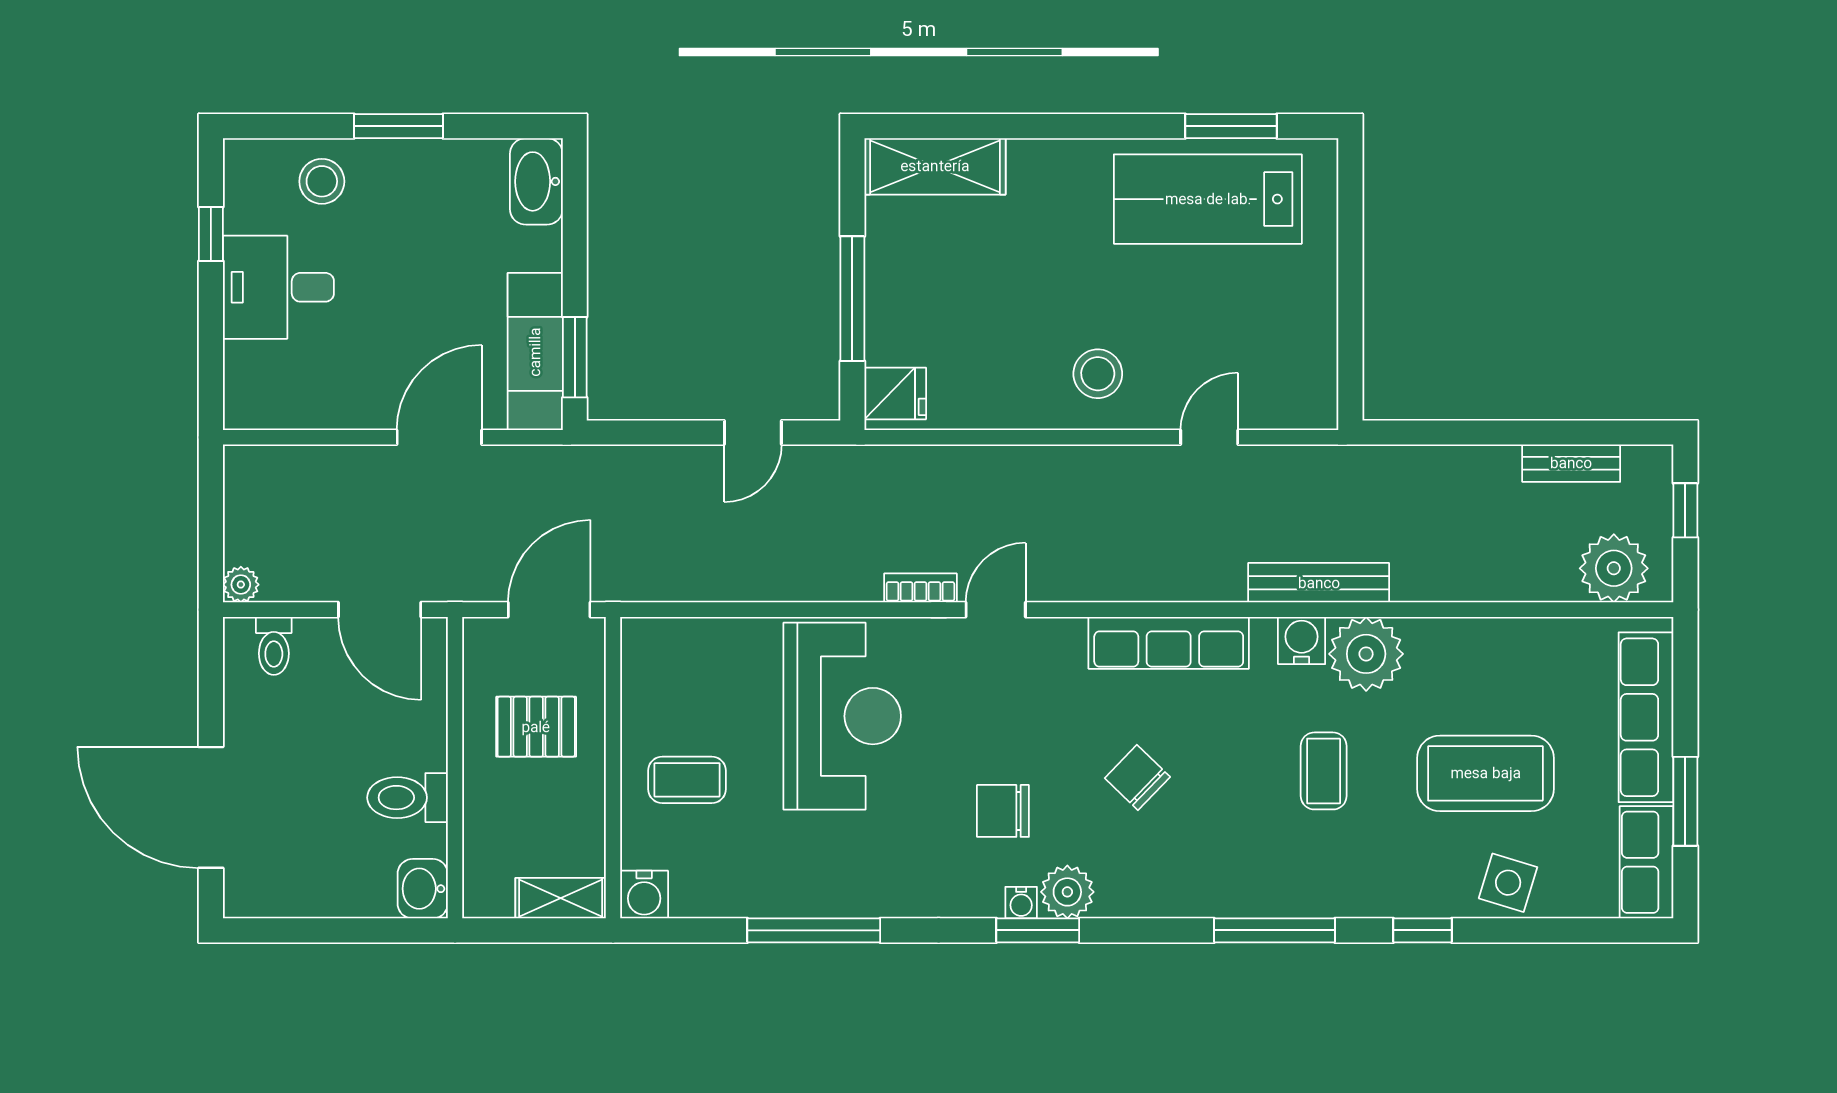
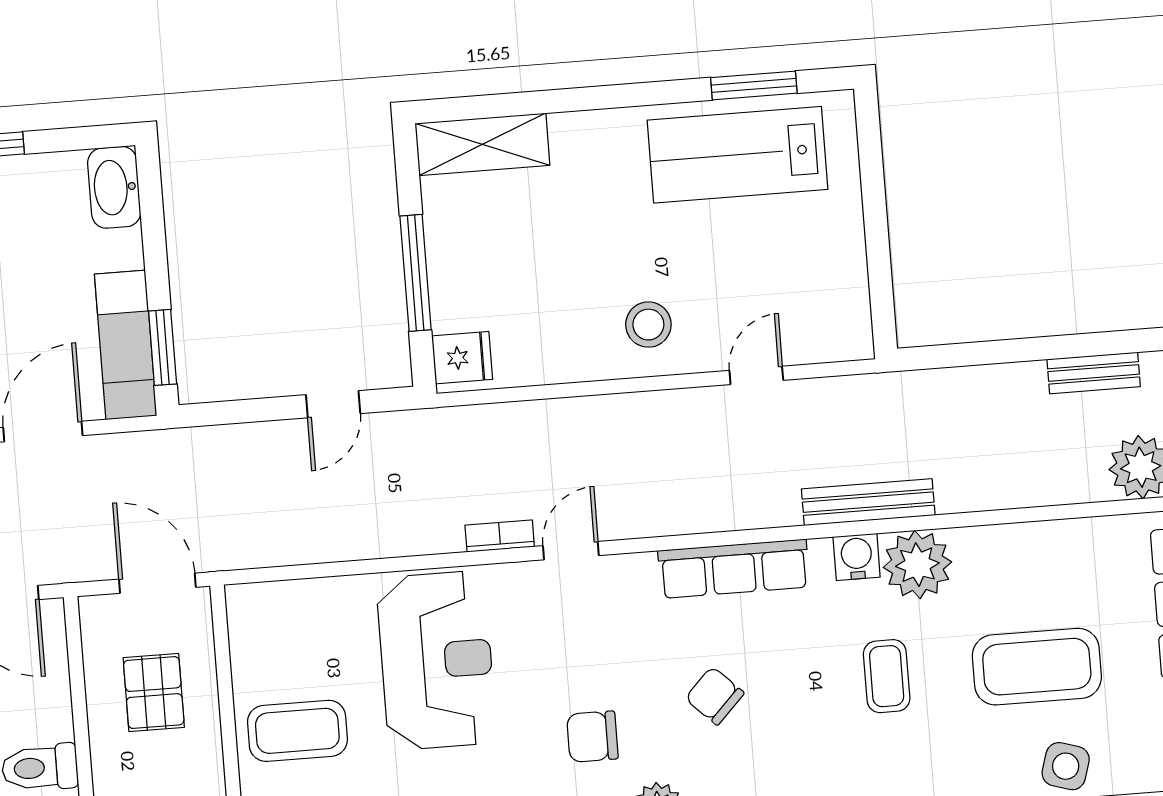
door: (549, 610) -> (157, 583), hinge flipped
pallet: (536, 727) -> (154, 693), turned 90
coffee table: (687, 780) -> (297, 731), width x1.36, depth x1.30

